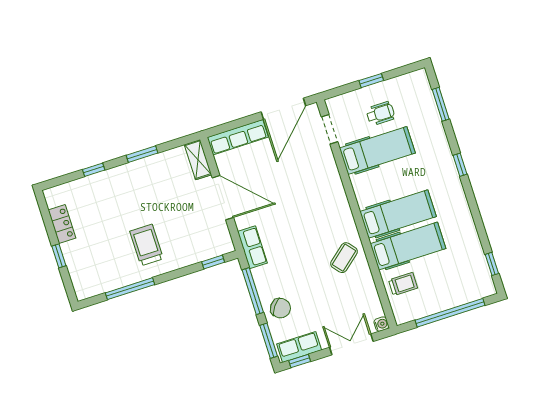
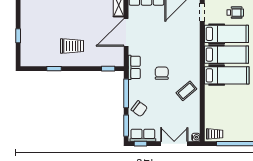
door: (223, 198) -> (126, 32), swing flipped
locker: (62, 224) -> (26, 17), removed
chair: (297, 243) -> (162, 73), added
trolley: (147, 245) -> (72, 46), turned 90
hospital bed: (408, 246) -> (226, 55), moved
trolley: (403, 284) -> (215, 134), moved
window: (130, 289) -> (54, 69), width x0.46

